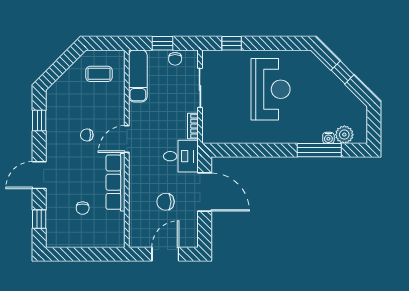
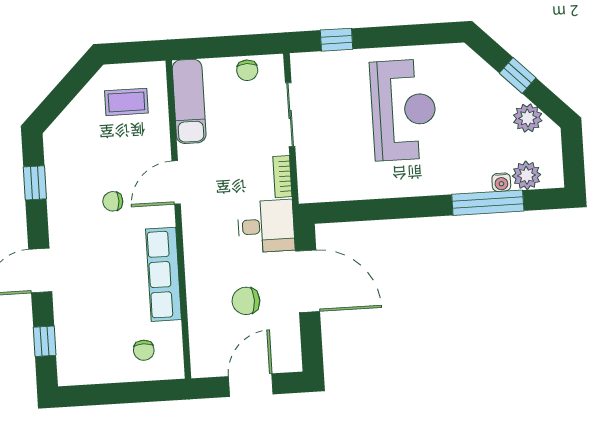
window: (162, 43) -> (225, 47), removed
plant: (347, 99) -> (528, 118), added
door: (127, 139) -> (176, 182), moved
chair: (83, 208) -> (144, 350), moved

